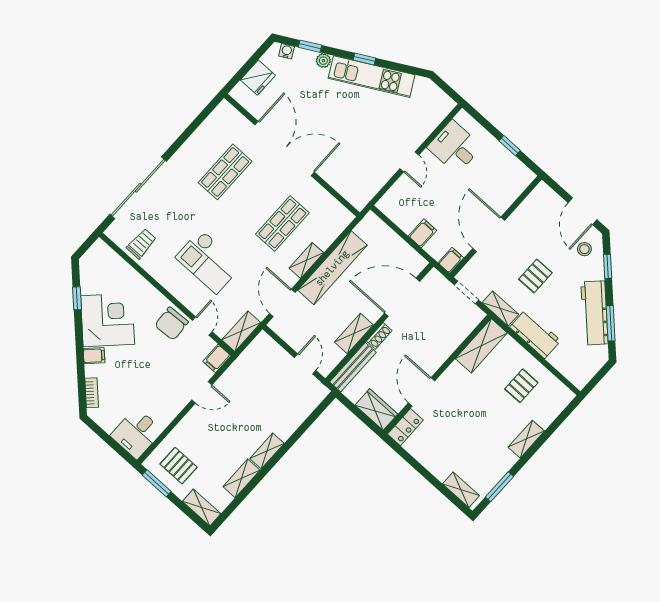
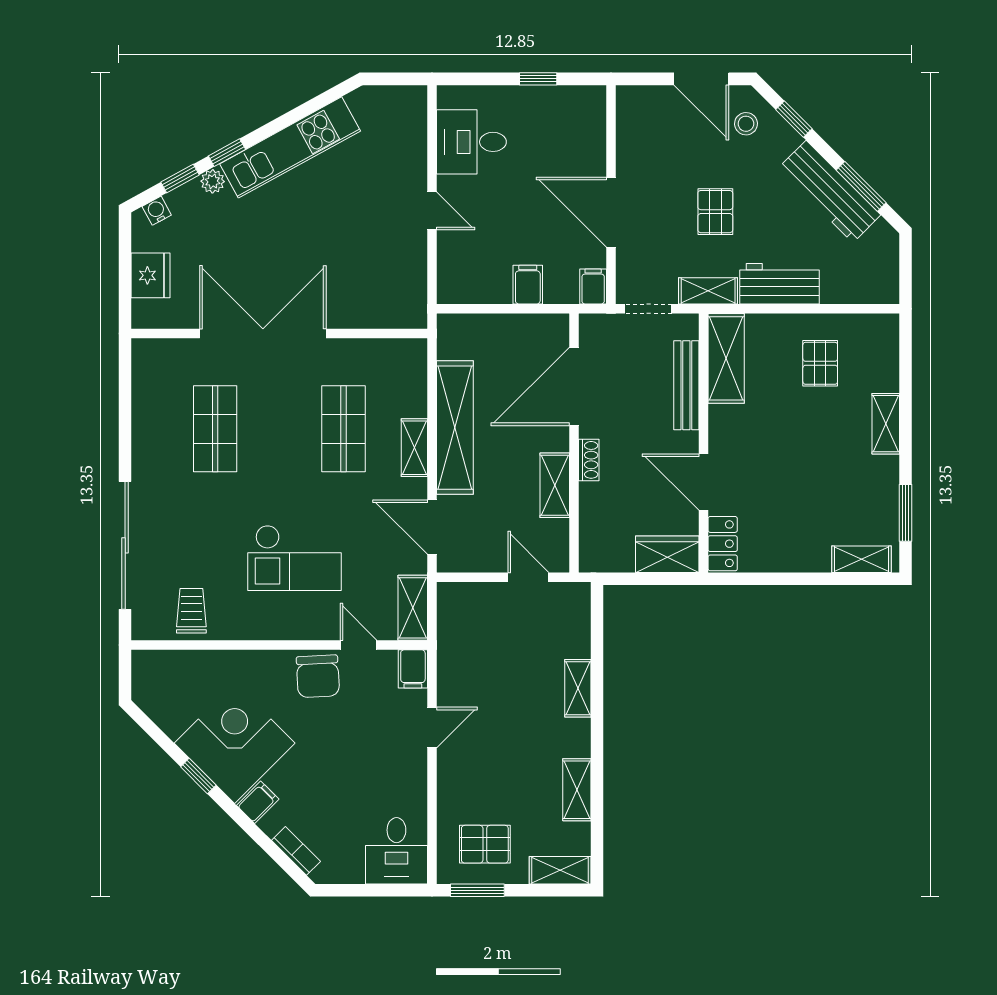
window: (364, 59) -> (227, 153), moved
window: (77, 298) -> (198, 776), moved
bench: (353, 367) -> (686, 385), moved
shelving: (267, 451) -> (578, 688), moved

